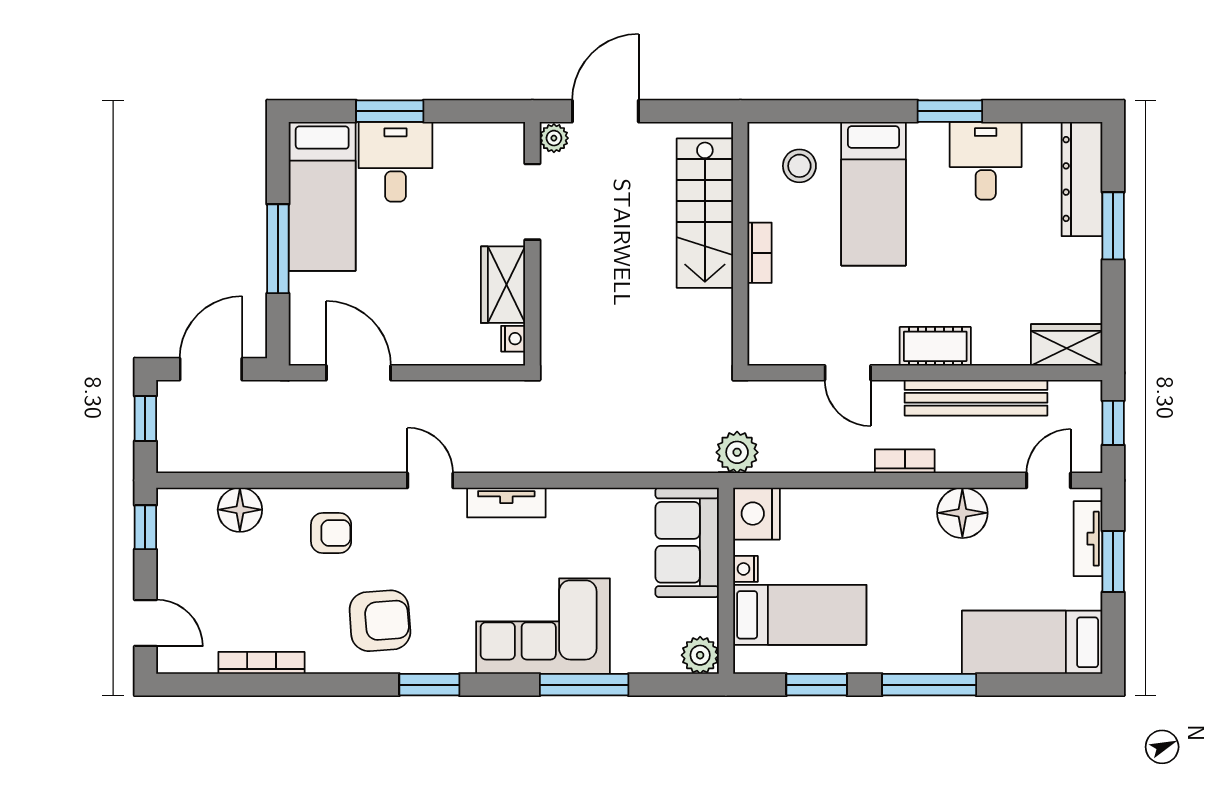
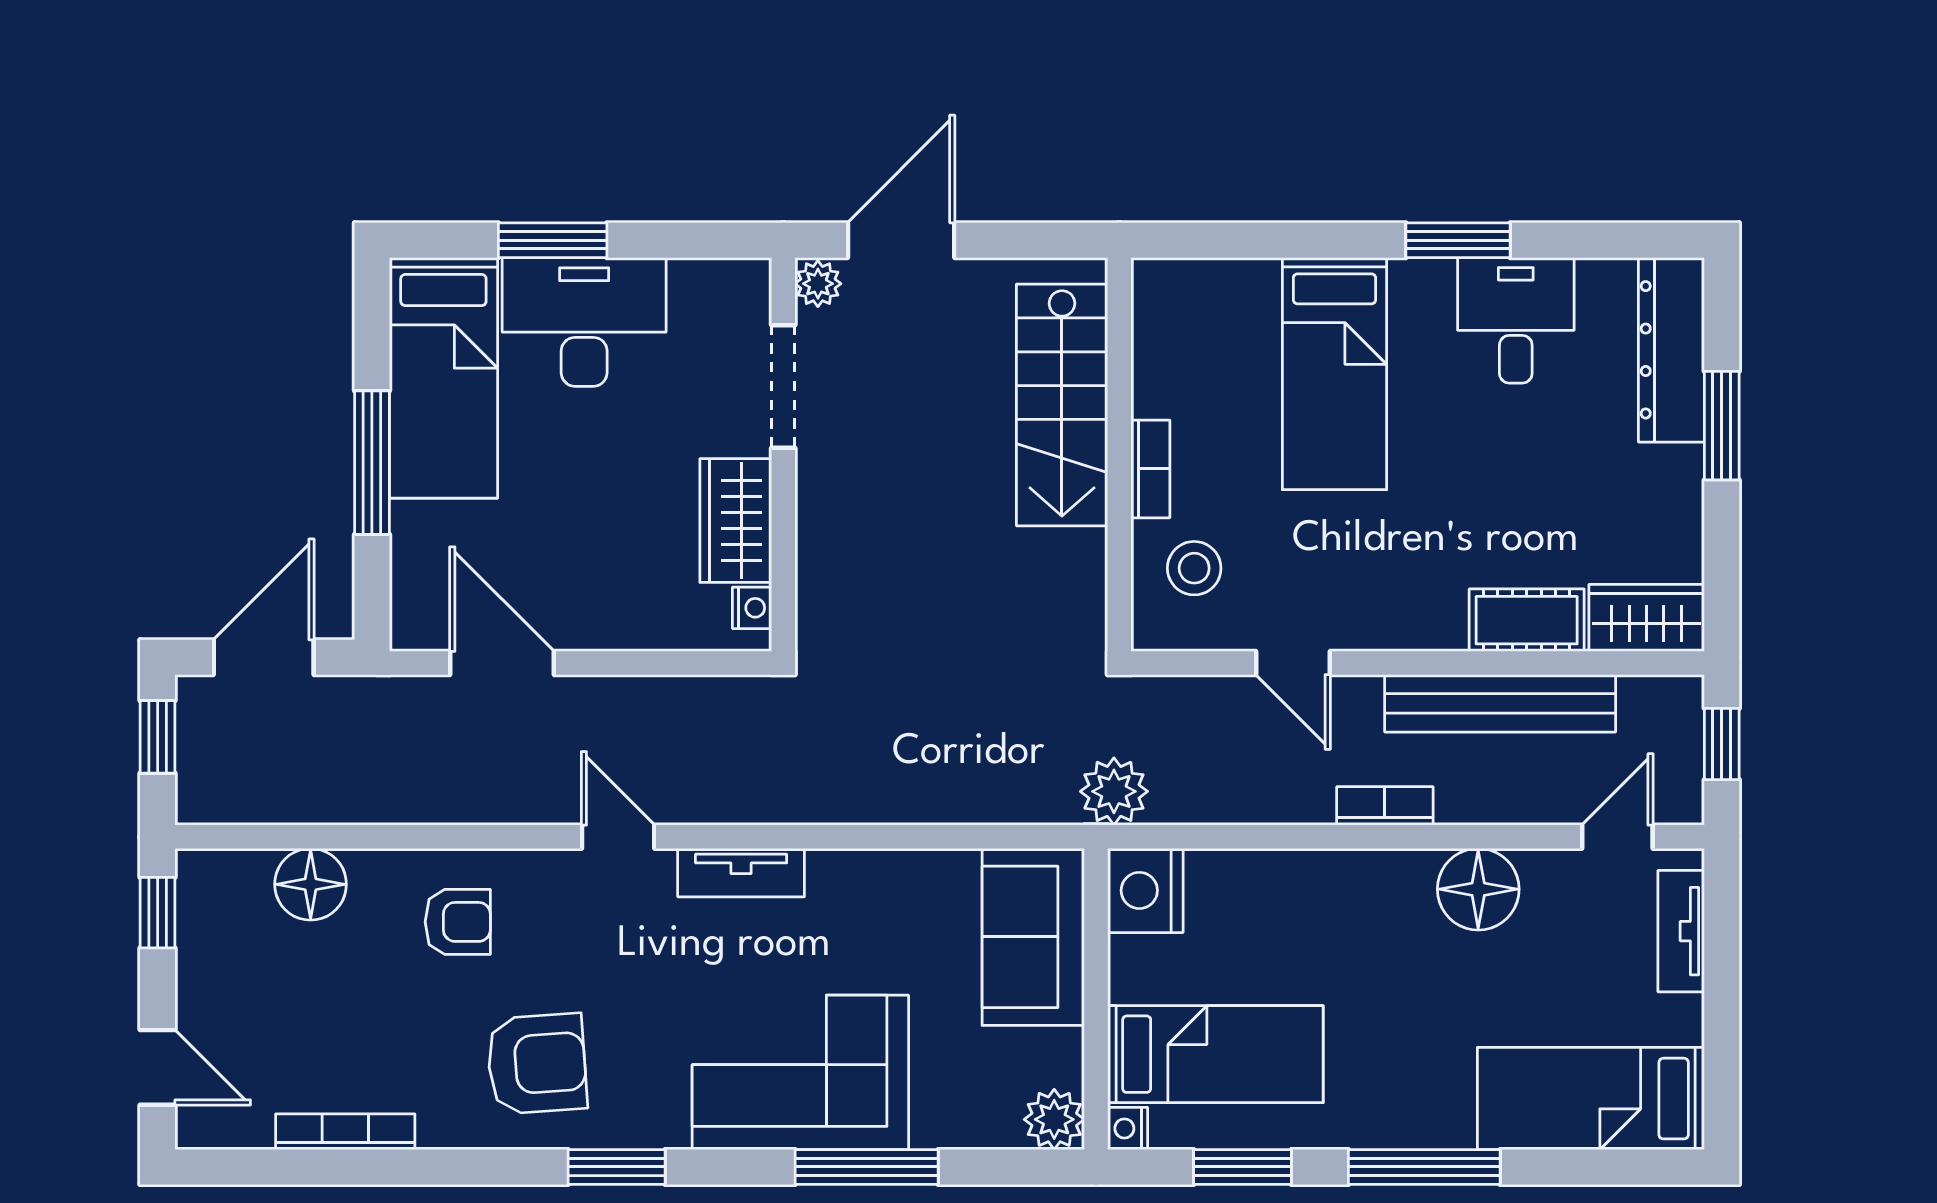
desk: (396, 162) -> (584, 322), width x1.37
stool: (799, 166) -> (1194, 568), moved
cot: (935, 346) -> (1527, 620), moved
window: (1113, 561) -> (1722, 968), removed
nightstand: (745, 569) -> (1128, 1128), moved

